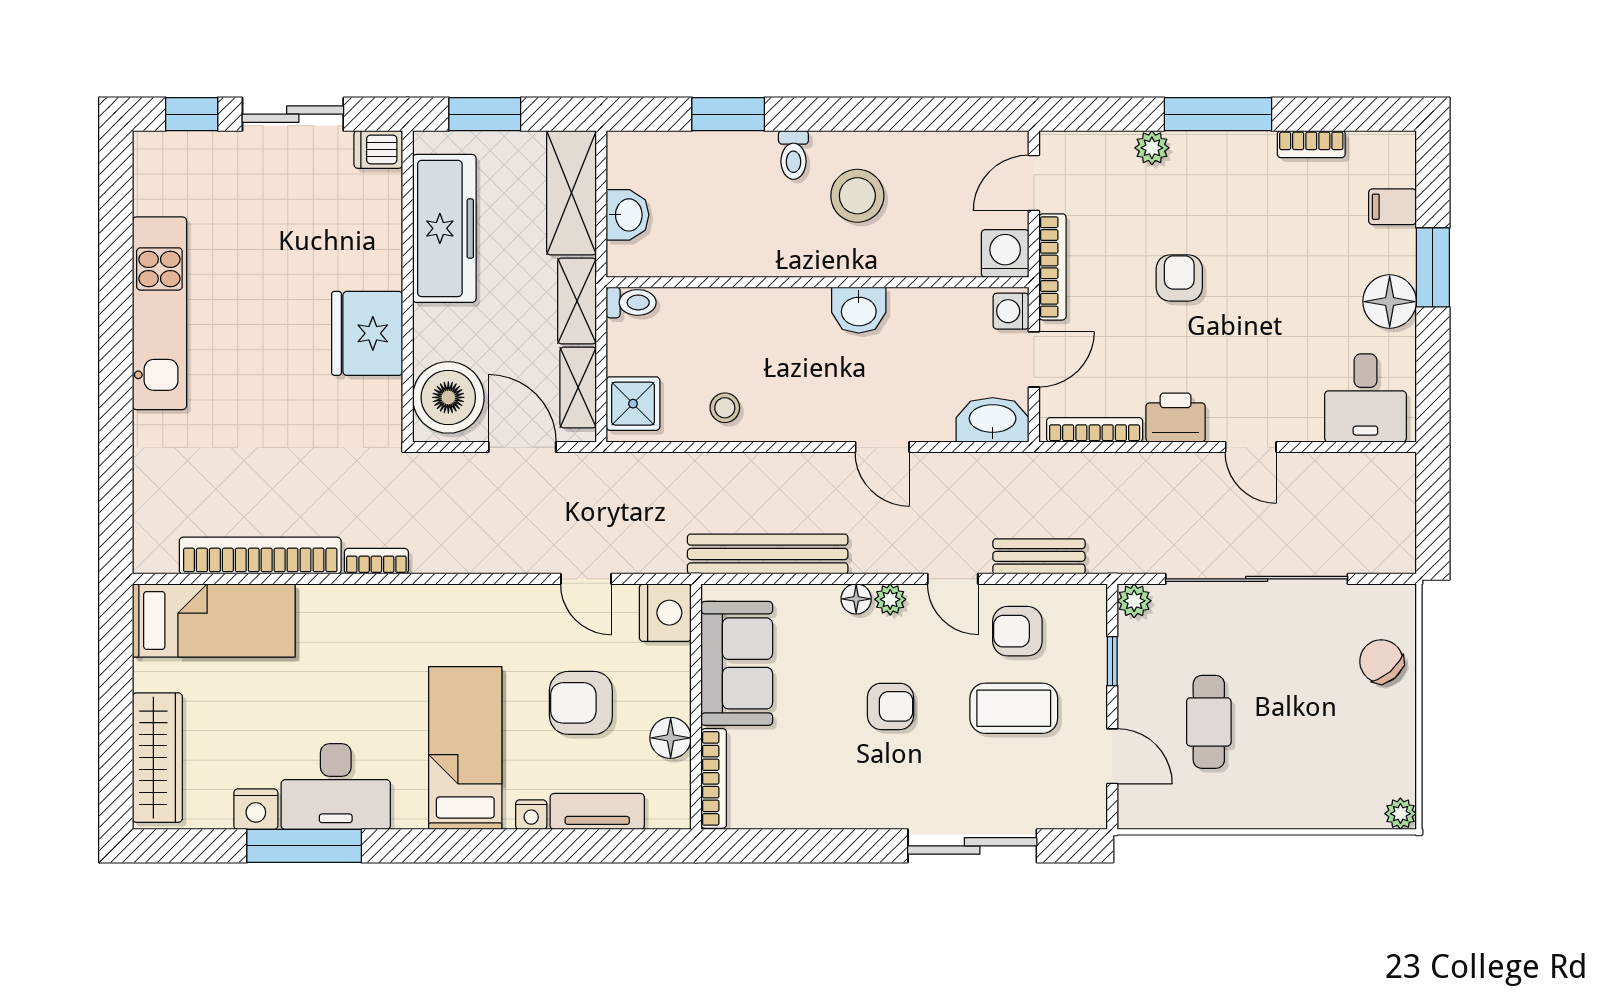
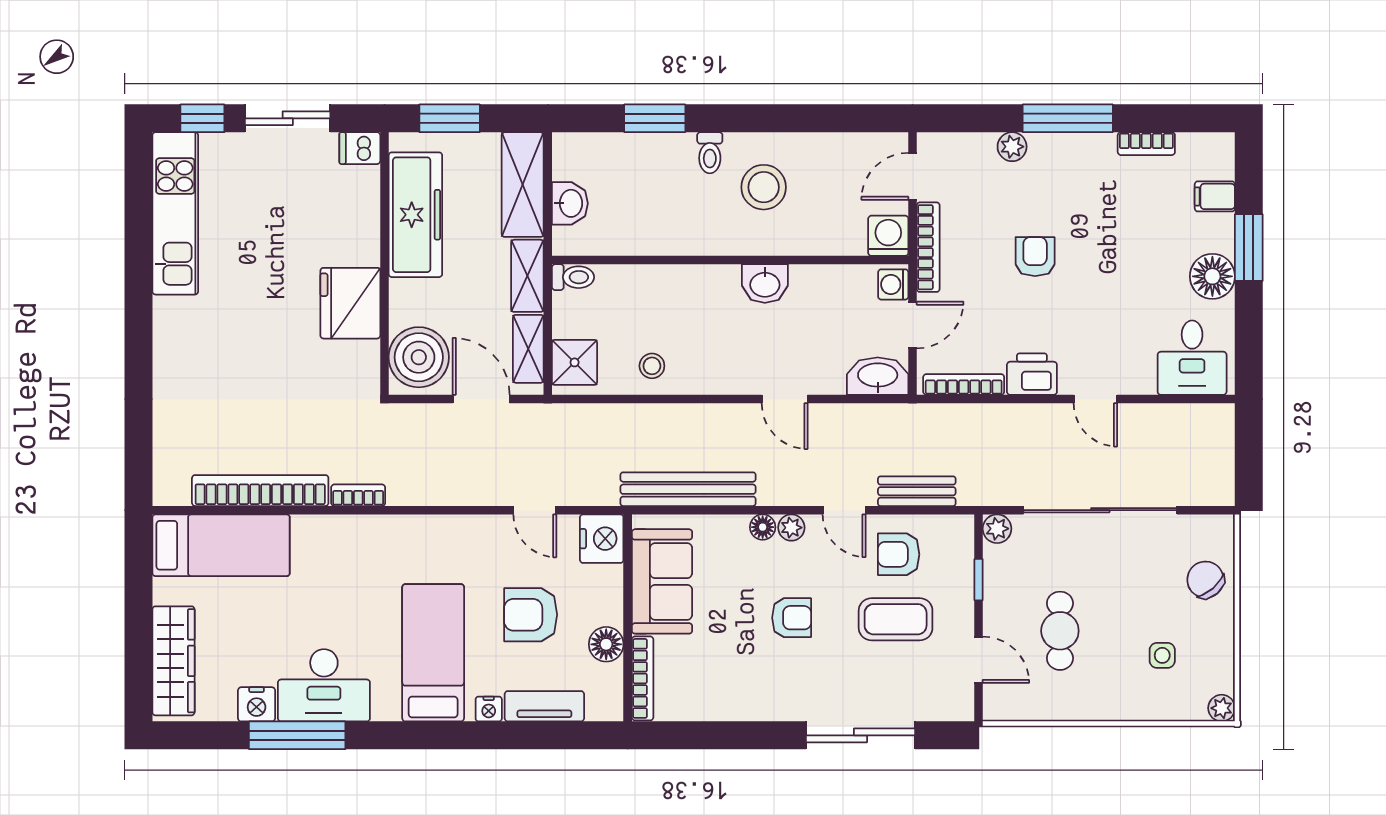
kitchen unit: (159, 313) -> (175, 213), moved
side table: (1330, 751) -> (1162, 655), added

